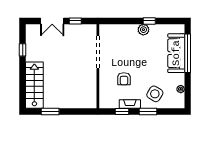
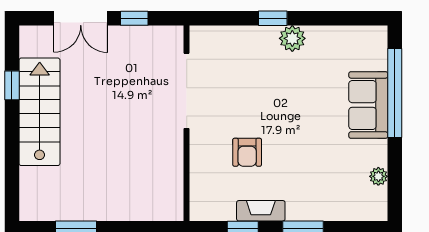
window: (149, 21) -> (273, 18), moved
sofa: (176, 53) -> (368, 105), width x0.73
stairs: (34, 85) -> (40, 112), moved
side table: (155, 94) -> (319, 187), removed

